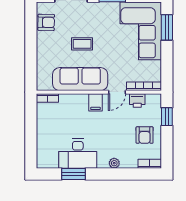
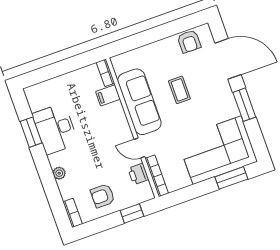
filing cabinet: (96, 102) -> (108, 95), moved

